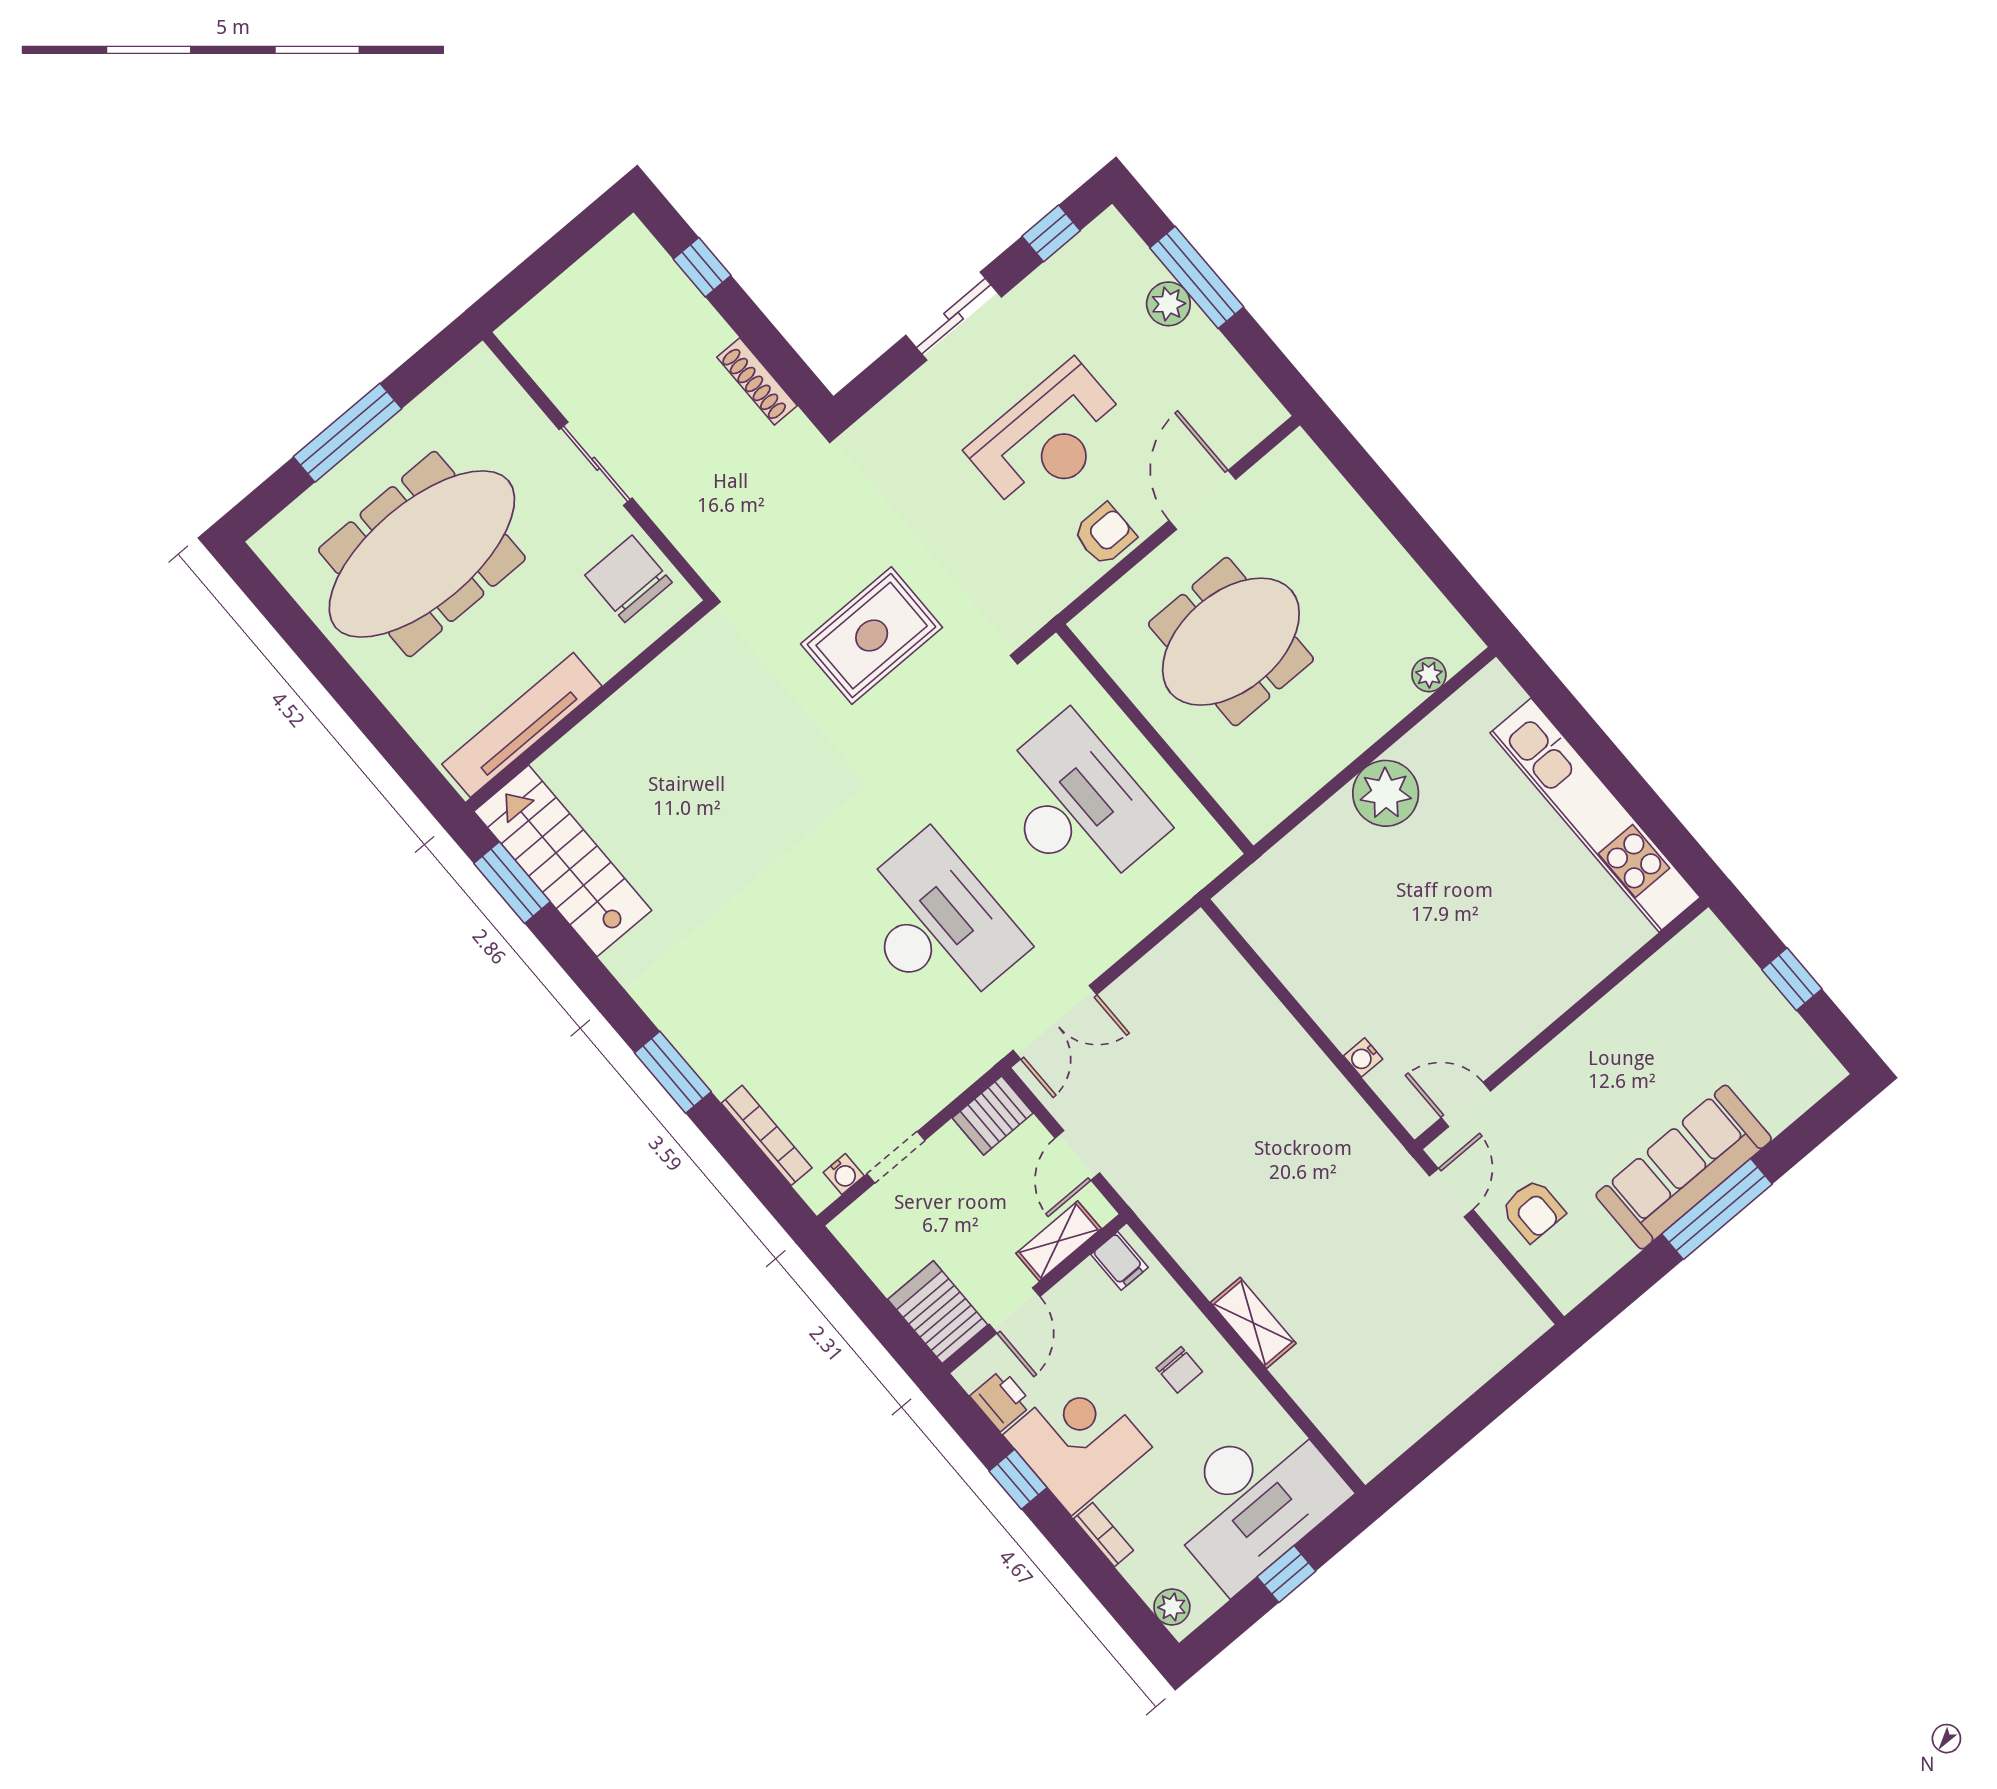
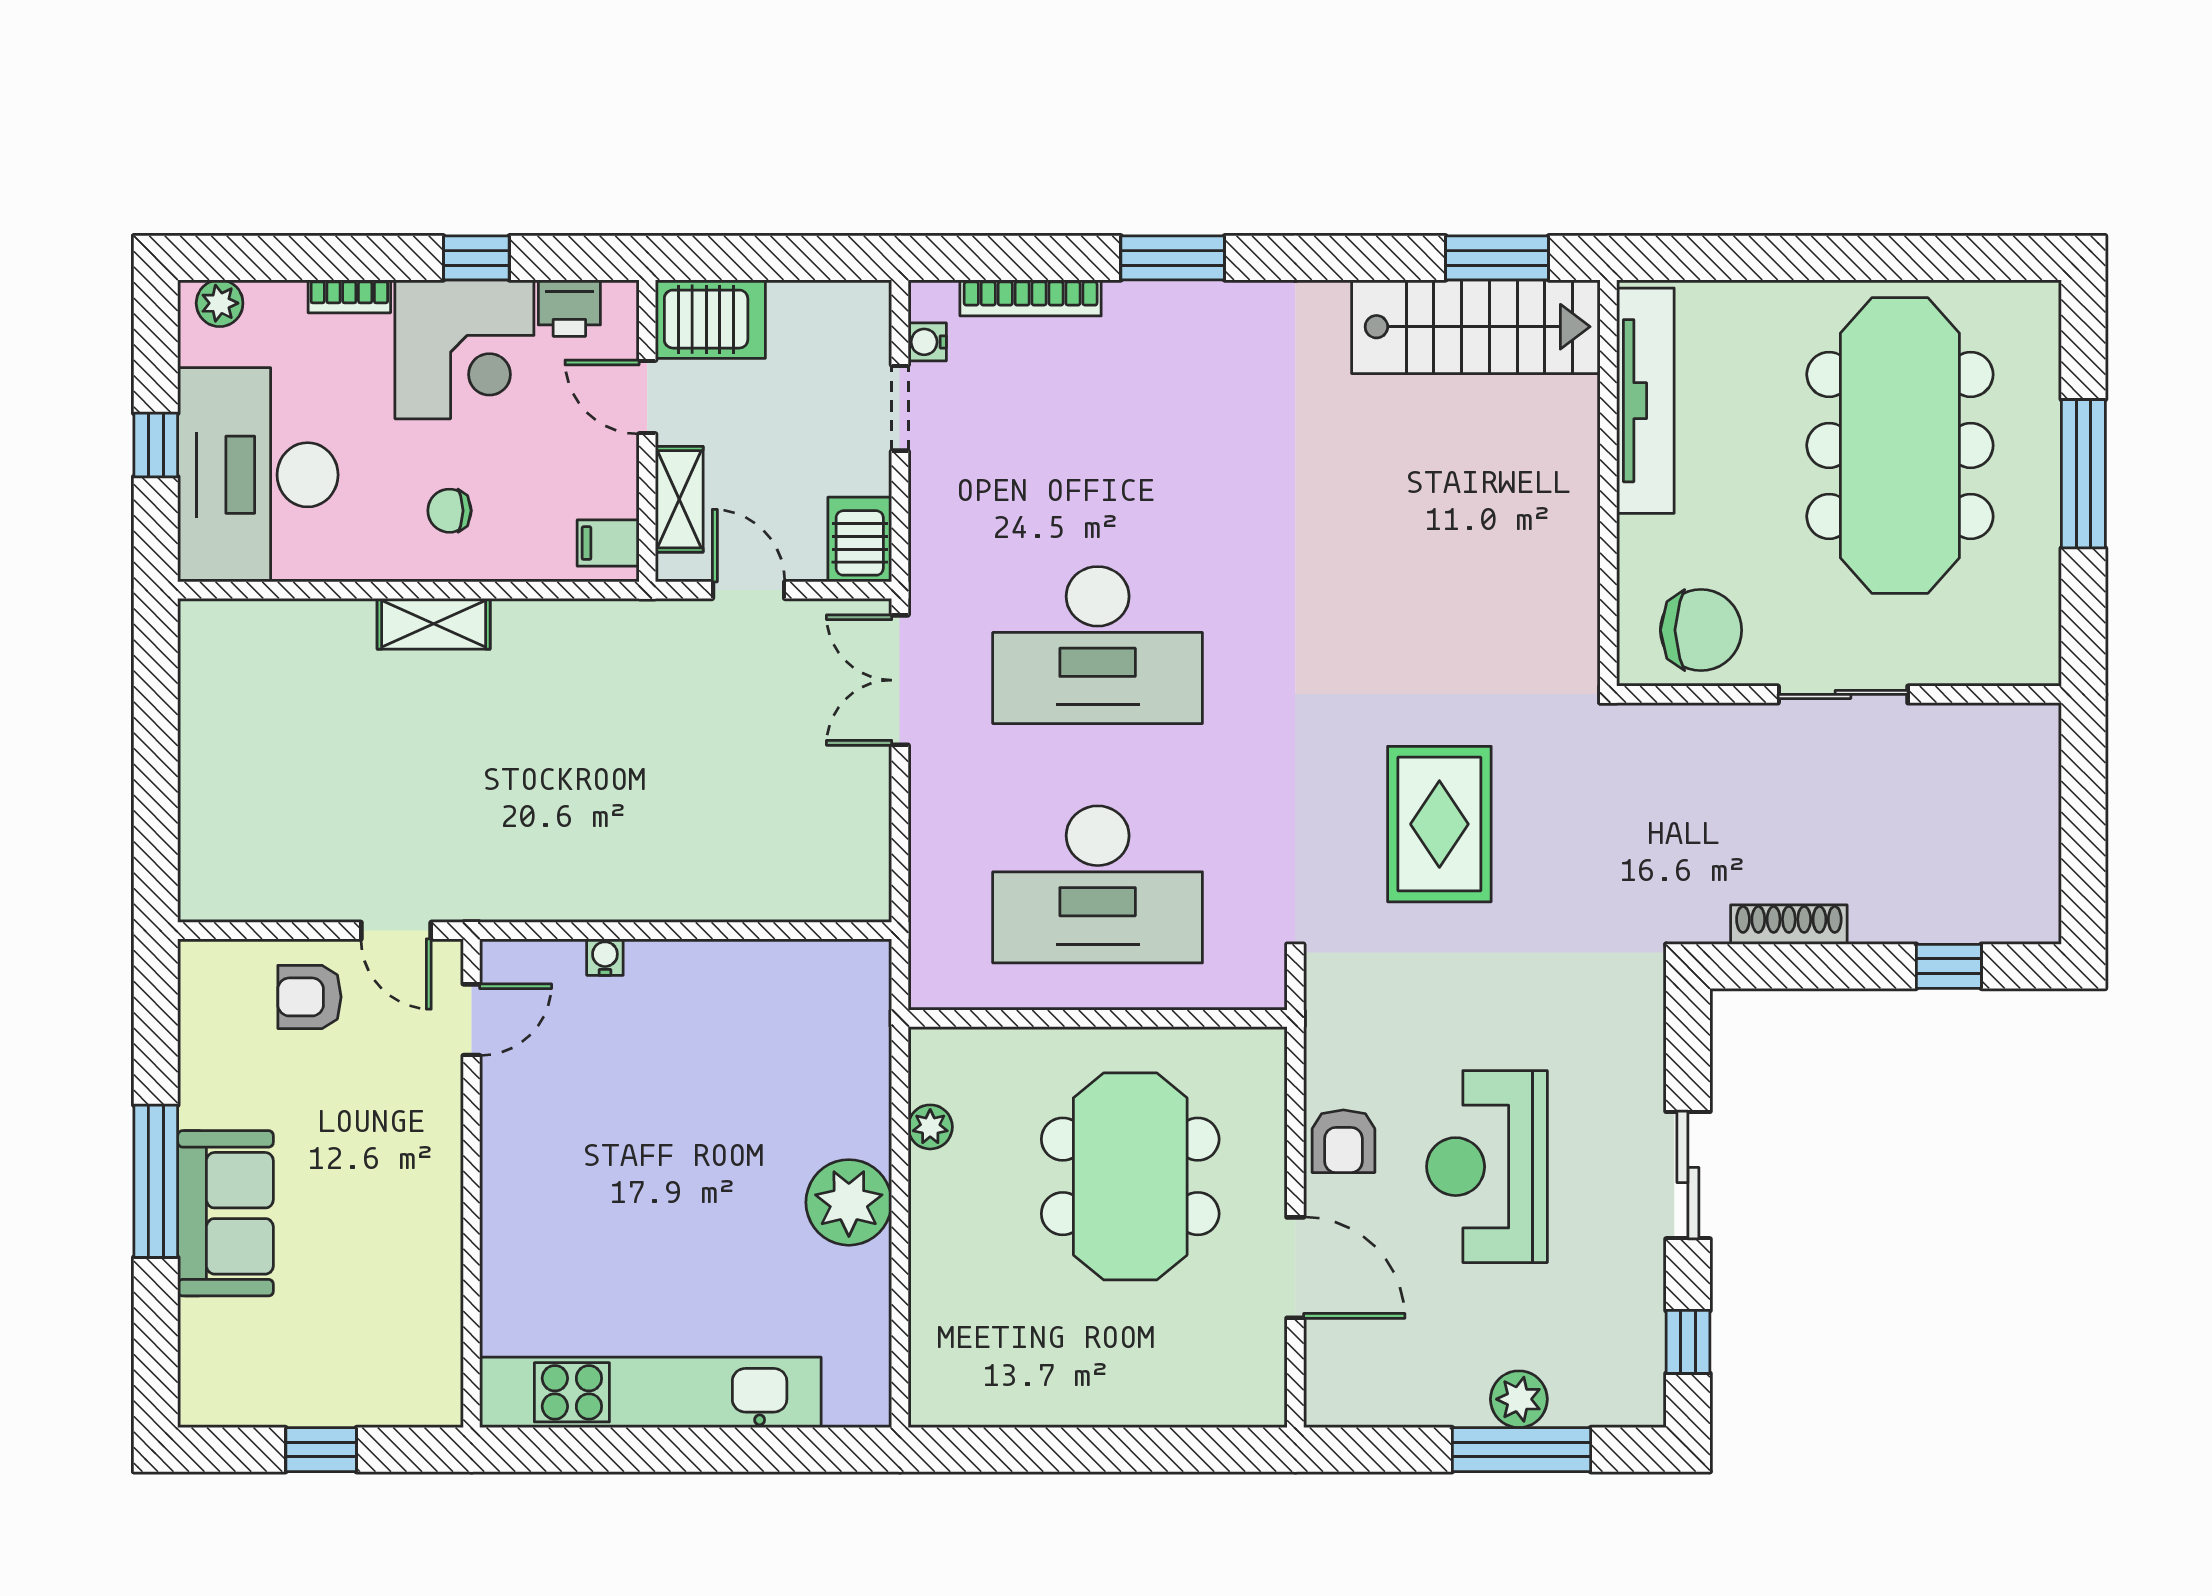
plant: (1429, 675) -> (930, 1127), moved
sofa: (1684, 1167) -> (226, 1213), width x0.73

